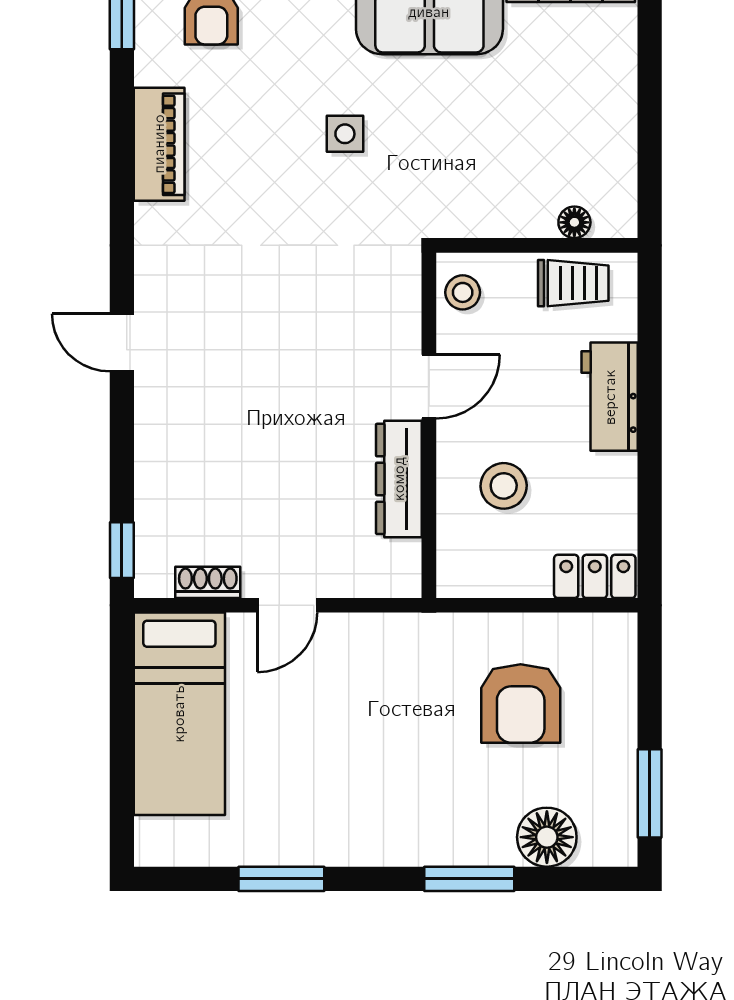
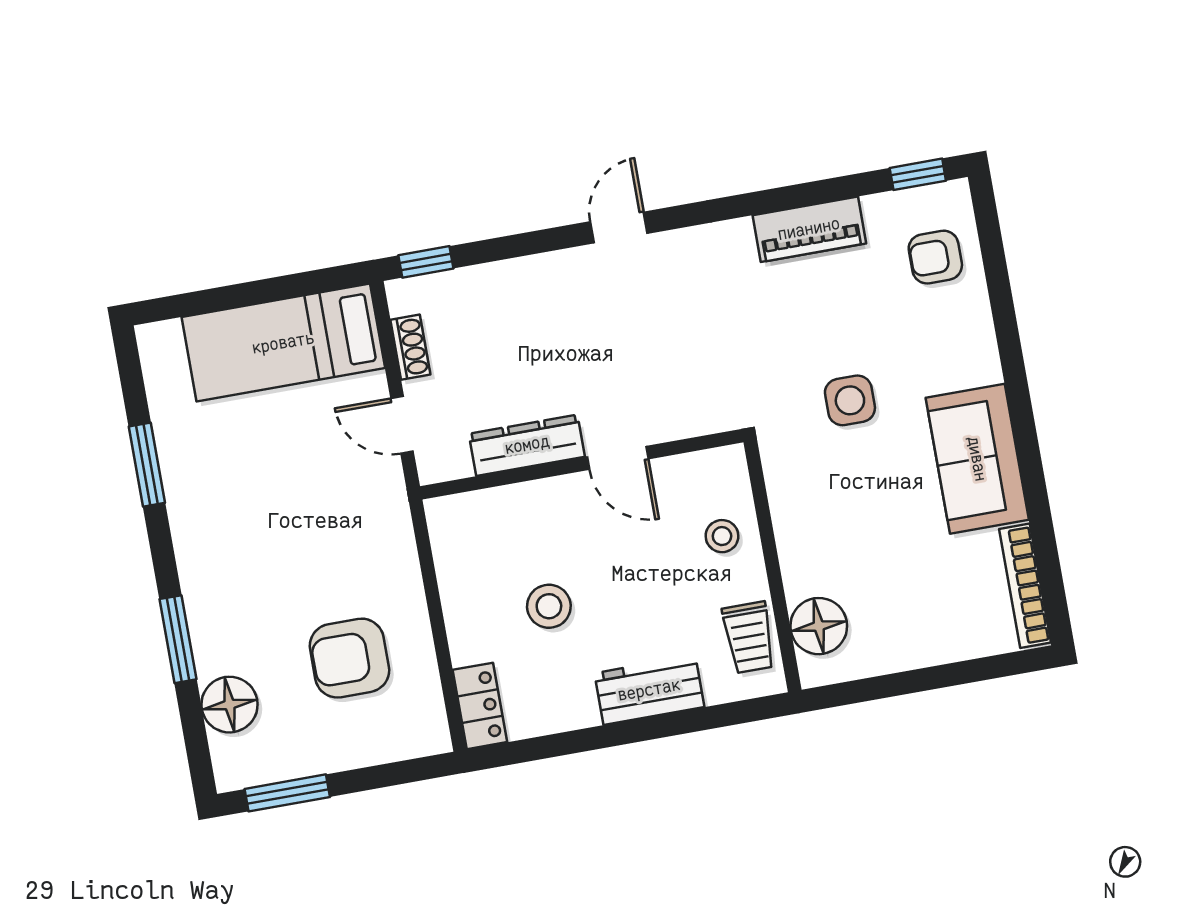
side table: (345, 134) -> (850, 400), width x1.37, depth x1.37
floor lamp: (574, 222) -> (819, 626), width x1.89, depth x1.89
door: (429, 387) -> (618, 458), moved
wall: (429, 425) -> (582, 464), moved
dresser: (399, 479) -> (527, 445), moved

